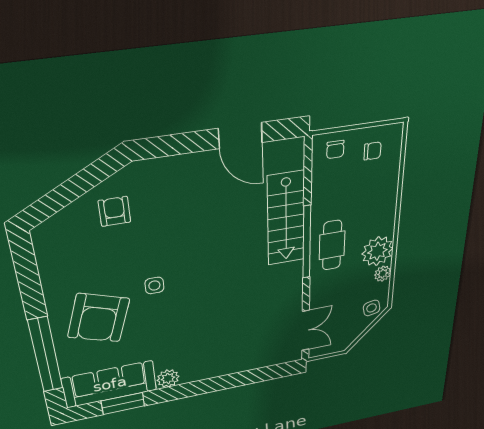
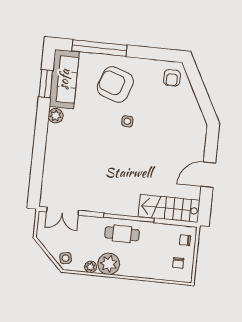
door: (240, 135) -> (208, 175), moved
armchair: (114, 211) -> (172, 78), moved, turned 90
stairs: (286, 219) -> (169, 208), moved

